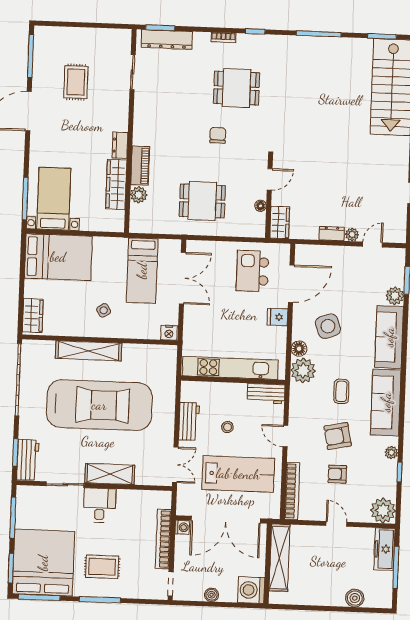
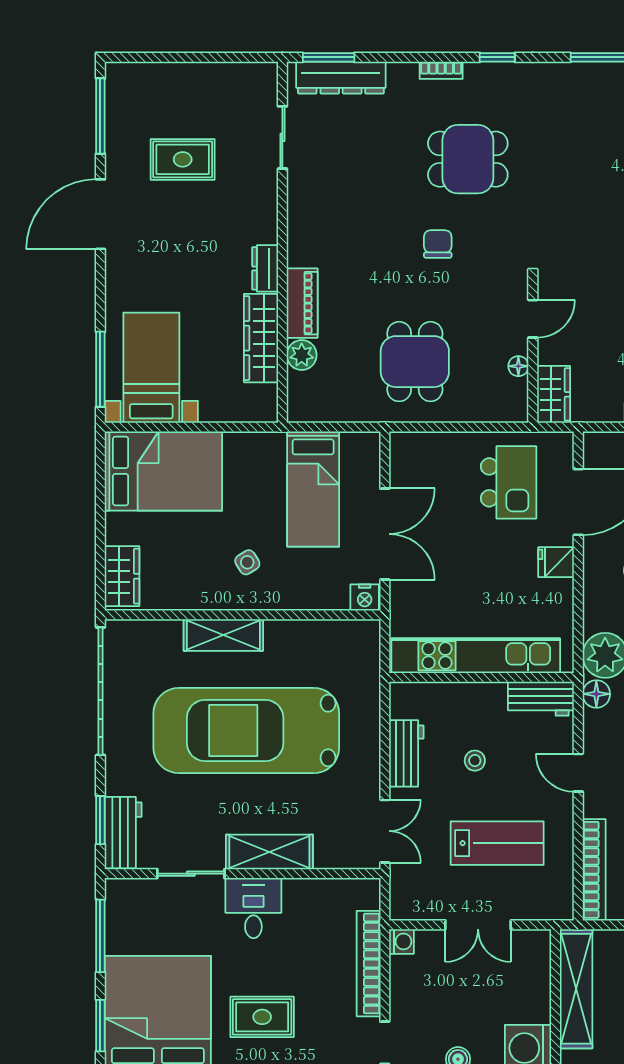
rug: (76, 82) -> (183, 159), turned 90
dining table: (202, 201) -> (415, 362), turned 90
kitchen island: (252, 271) -> (509, 482), turned 180
double door: (182, 278) -> (385, 534), moved
floor lamp: (299, 349) -> (596, 694), moved
shelving: (89, 351) -> (223, 635), width x0.68
car: (99, 405) -> (246, 731), turned 180
lab bench: (238, 474) -> (497, 843), width x0.73, depth x0.72
double door: (226, 520) -> (478, 925), width x0.54

